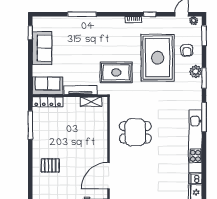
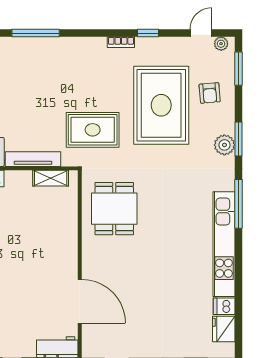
plant: (196, 72) -> (224, 145), moved
dining table: (135, 132) -> (114, 209), moved, turned 90
door: (108, 176) -> (80, 301), swing flipped

